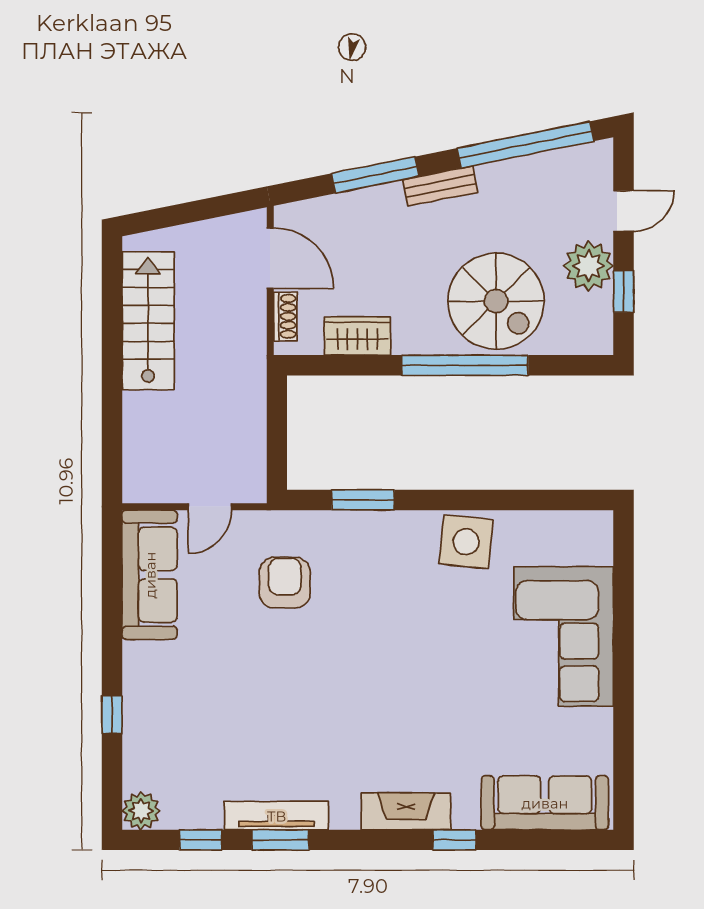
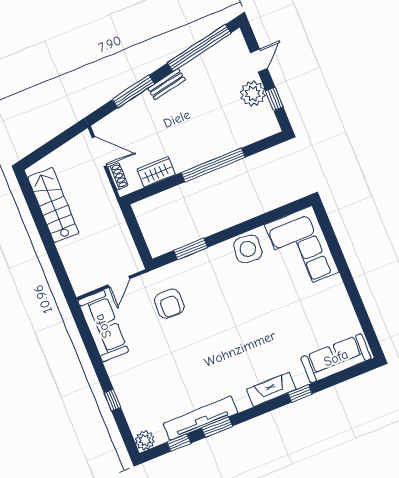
spiral stairs: (496, 301) -> (216, 128), removed
armchair: (285, 583) -> (169, 304), turned 180
corner sofa: (564, 637) -> (302, 248), moved
tv unit: (277, 816) -> (201, 418), width x1.36, depth x1.29

